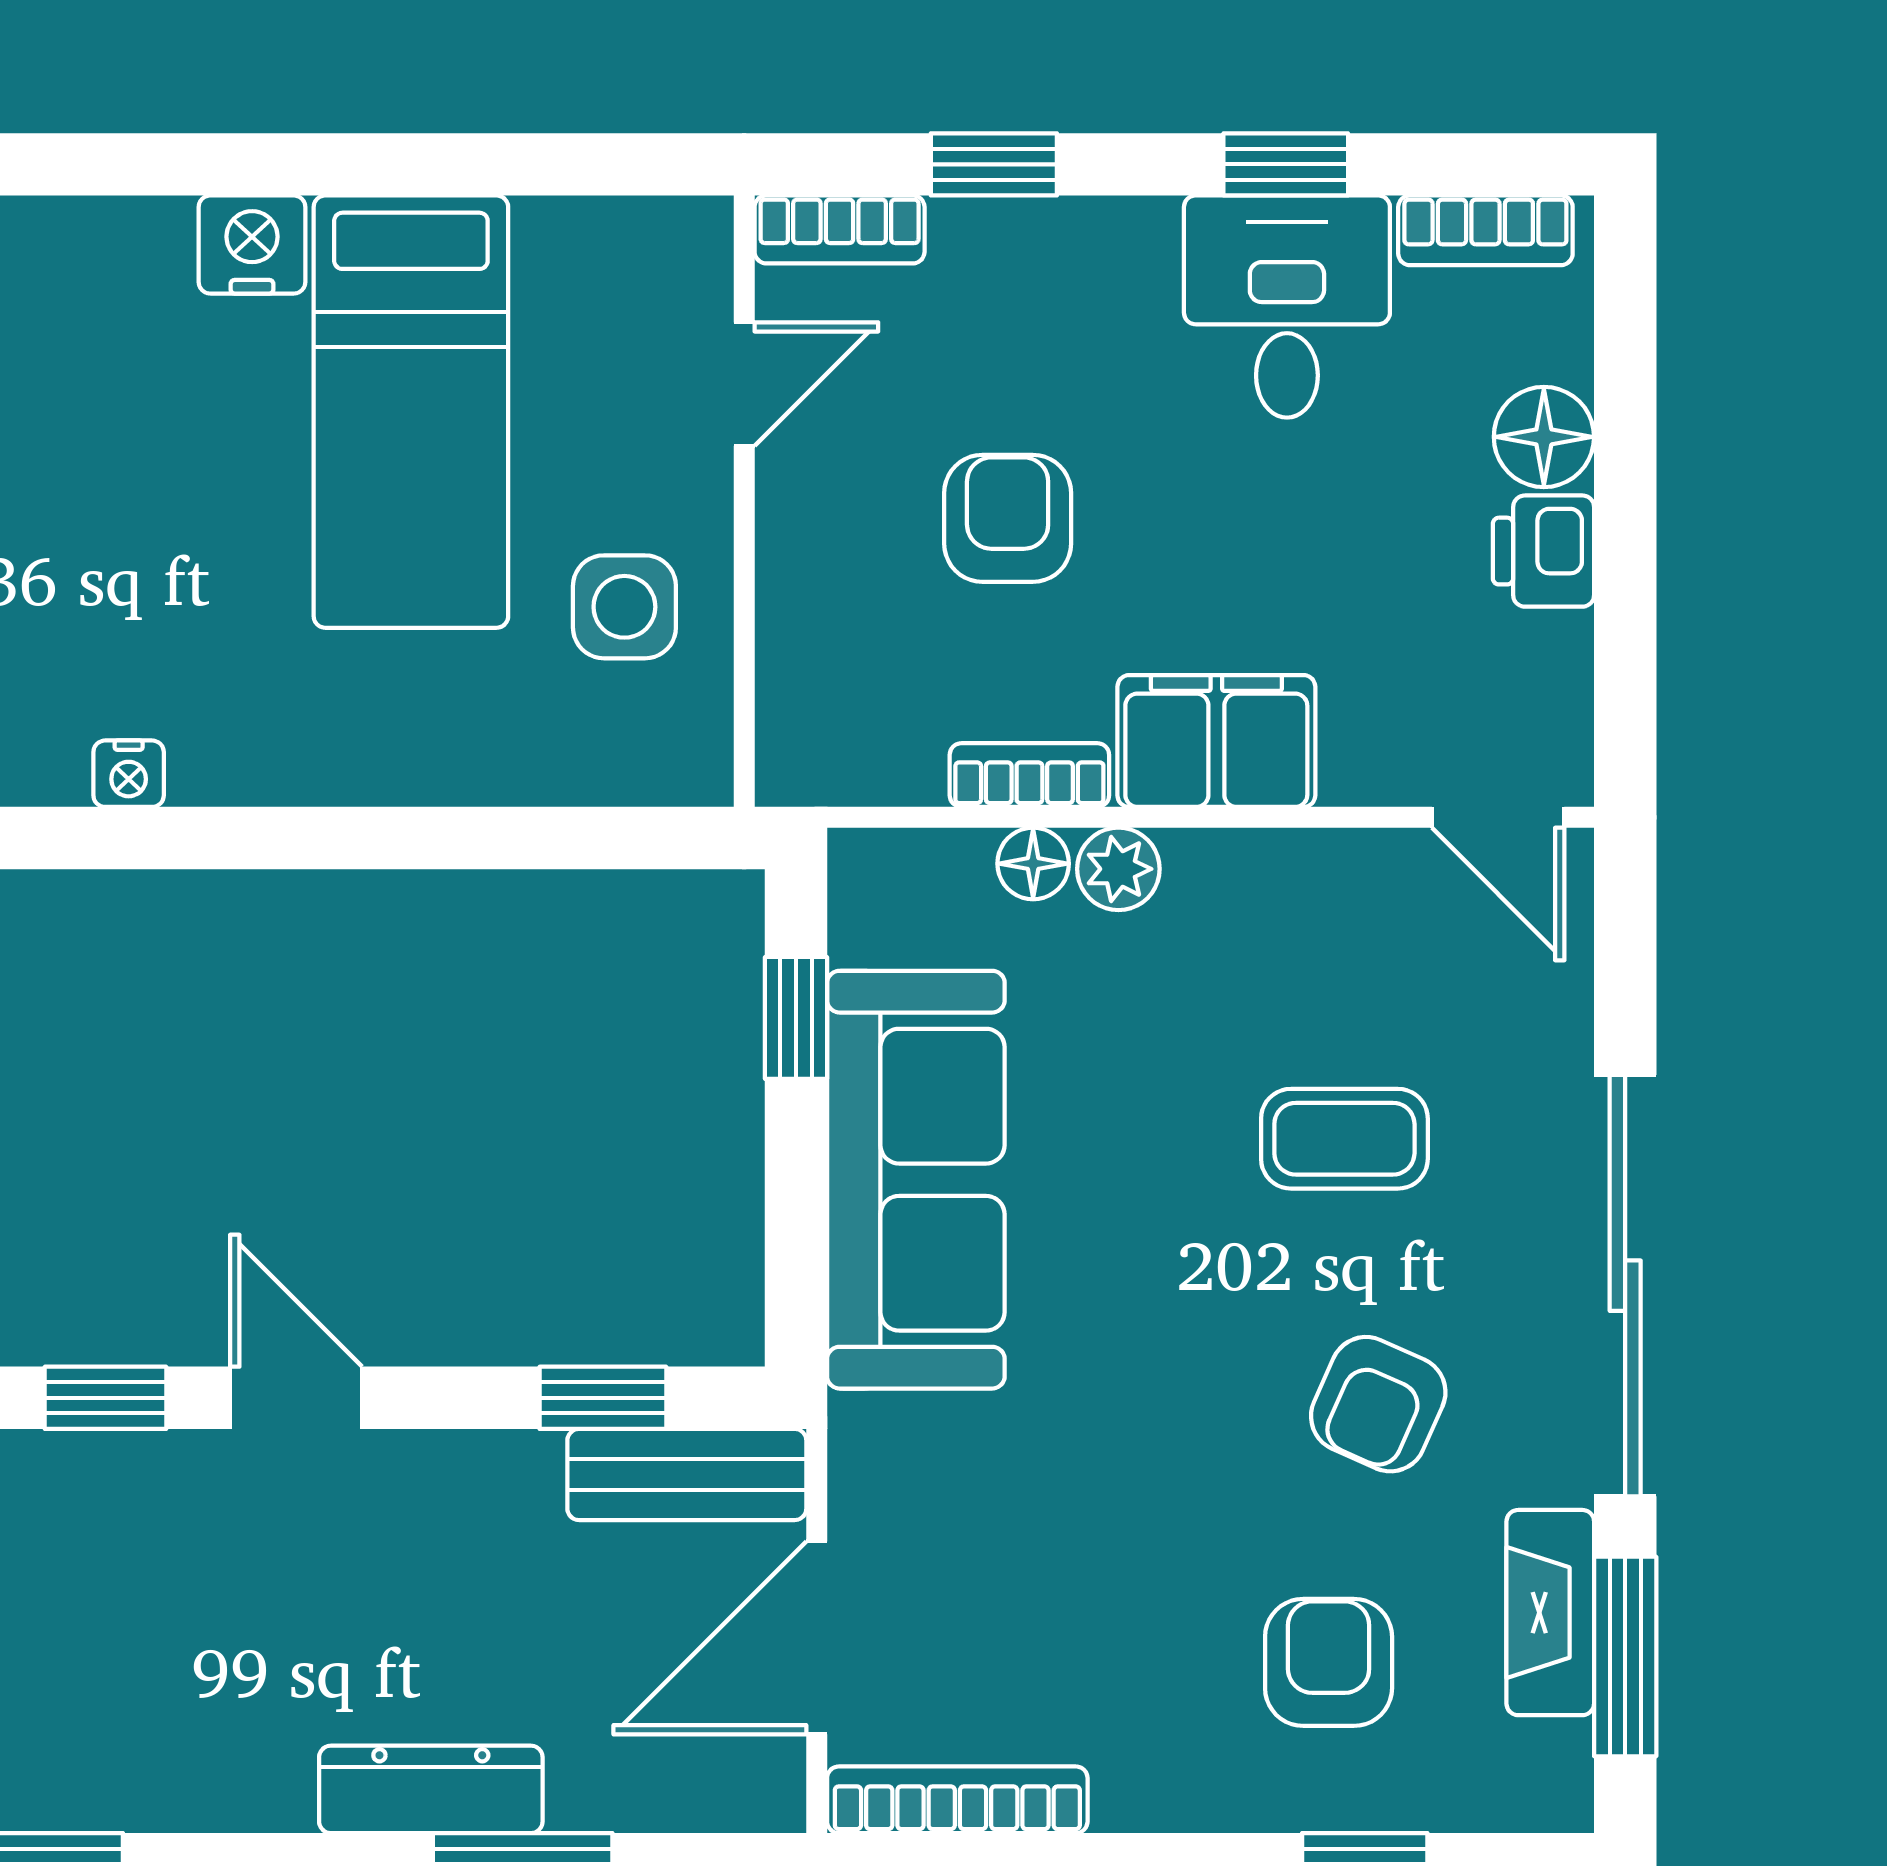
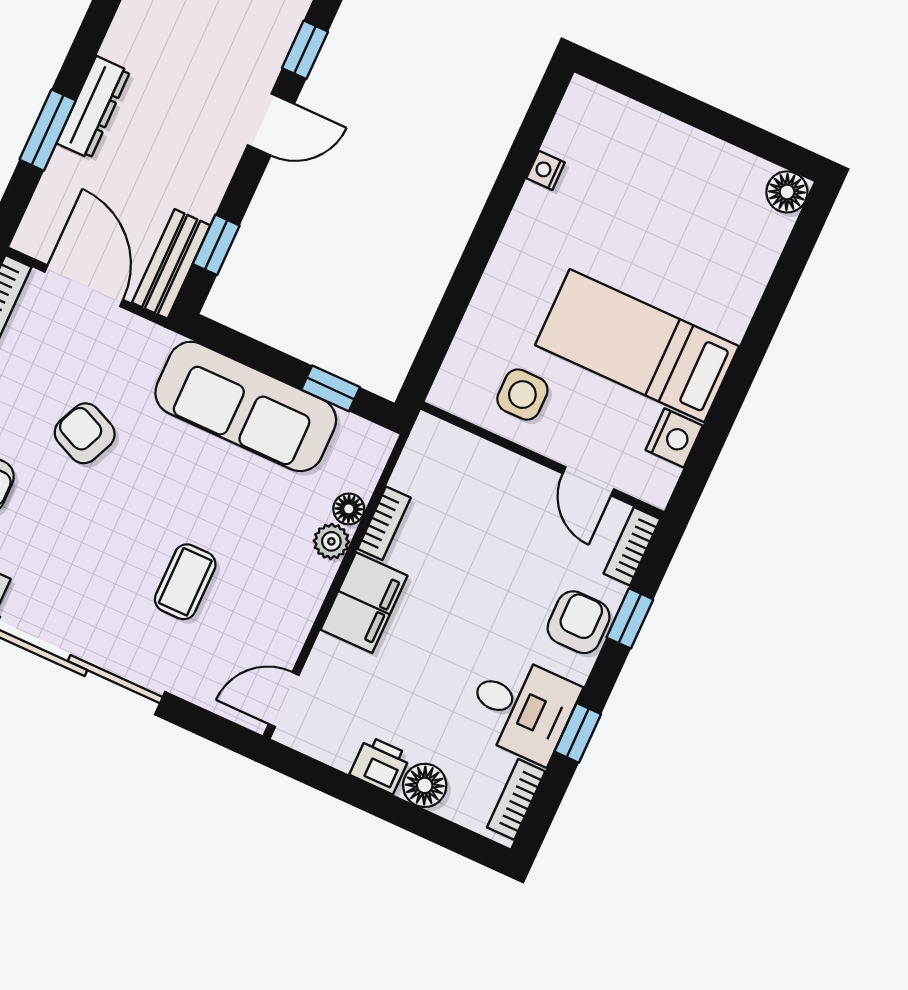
nightstand: (252, 245) -> (674, 438), moved
armchair: (1008, 518) -> (579, 622), moved, turned -90
armchair: (1378, 1404) -> (85, 433), moved

